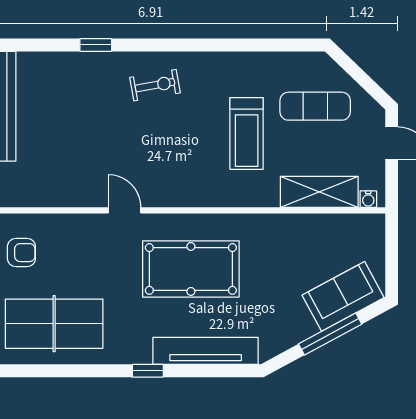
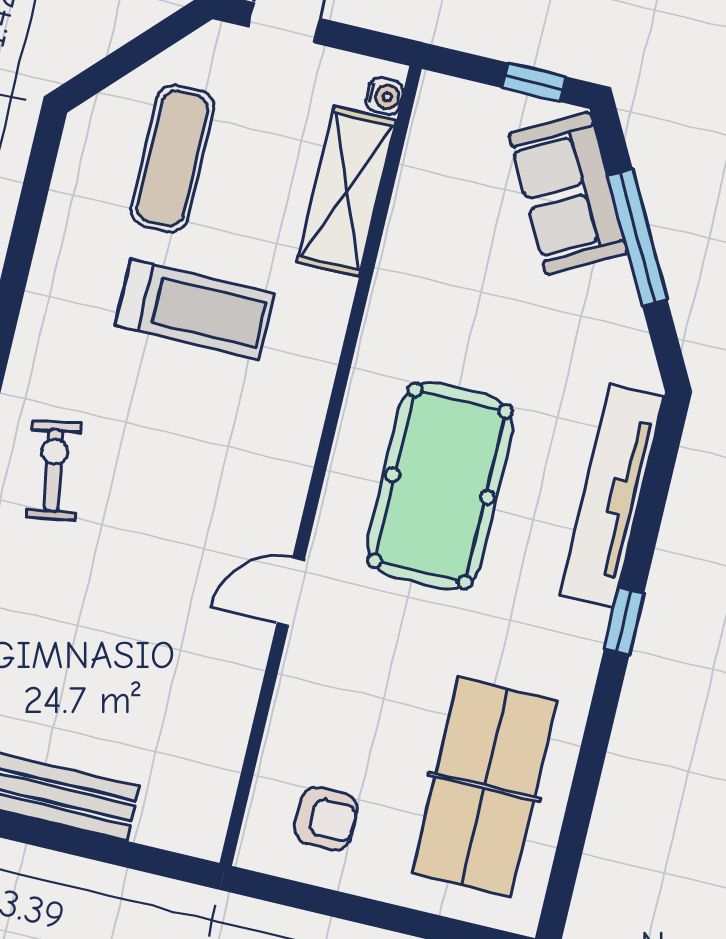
armchair: (21, 253) -> (326, 819), turned 90
window: (392, 268) -> (534, 82), added

